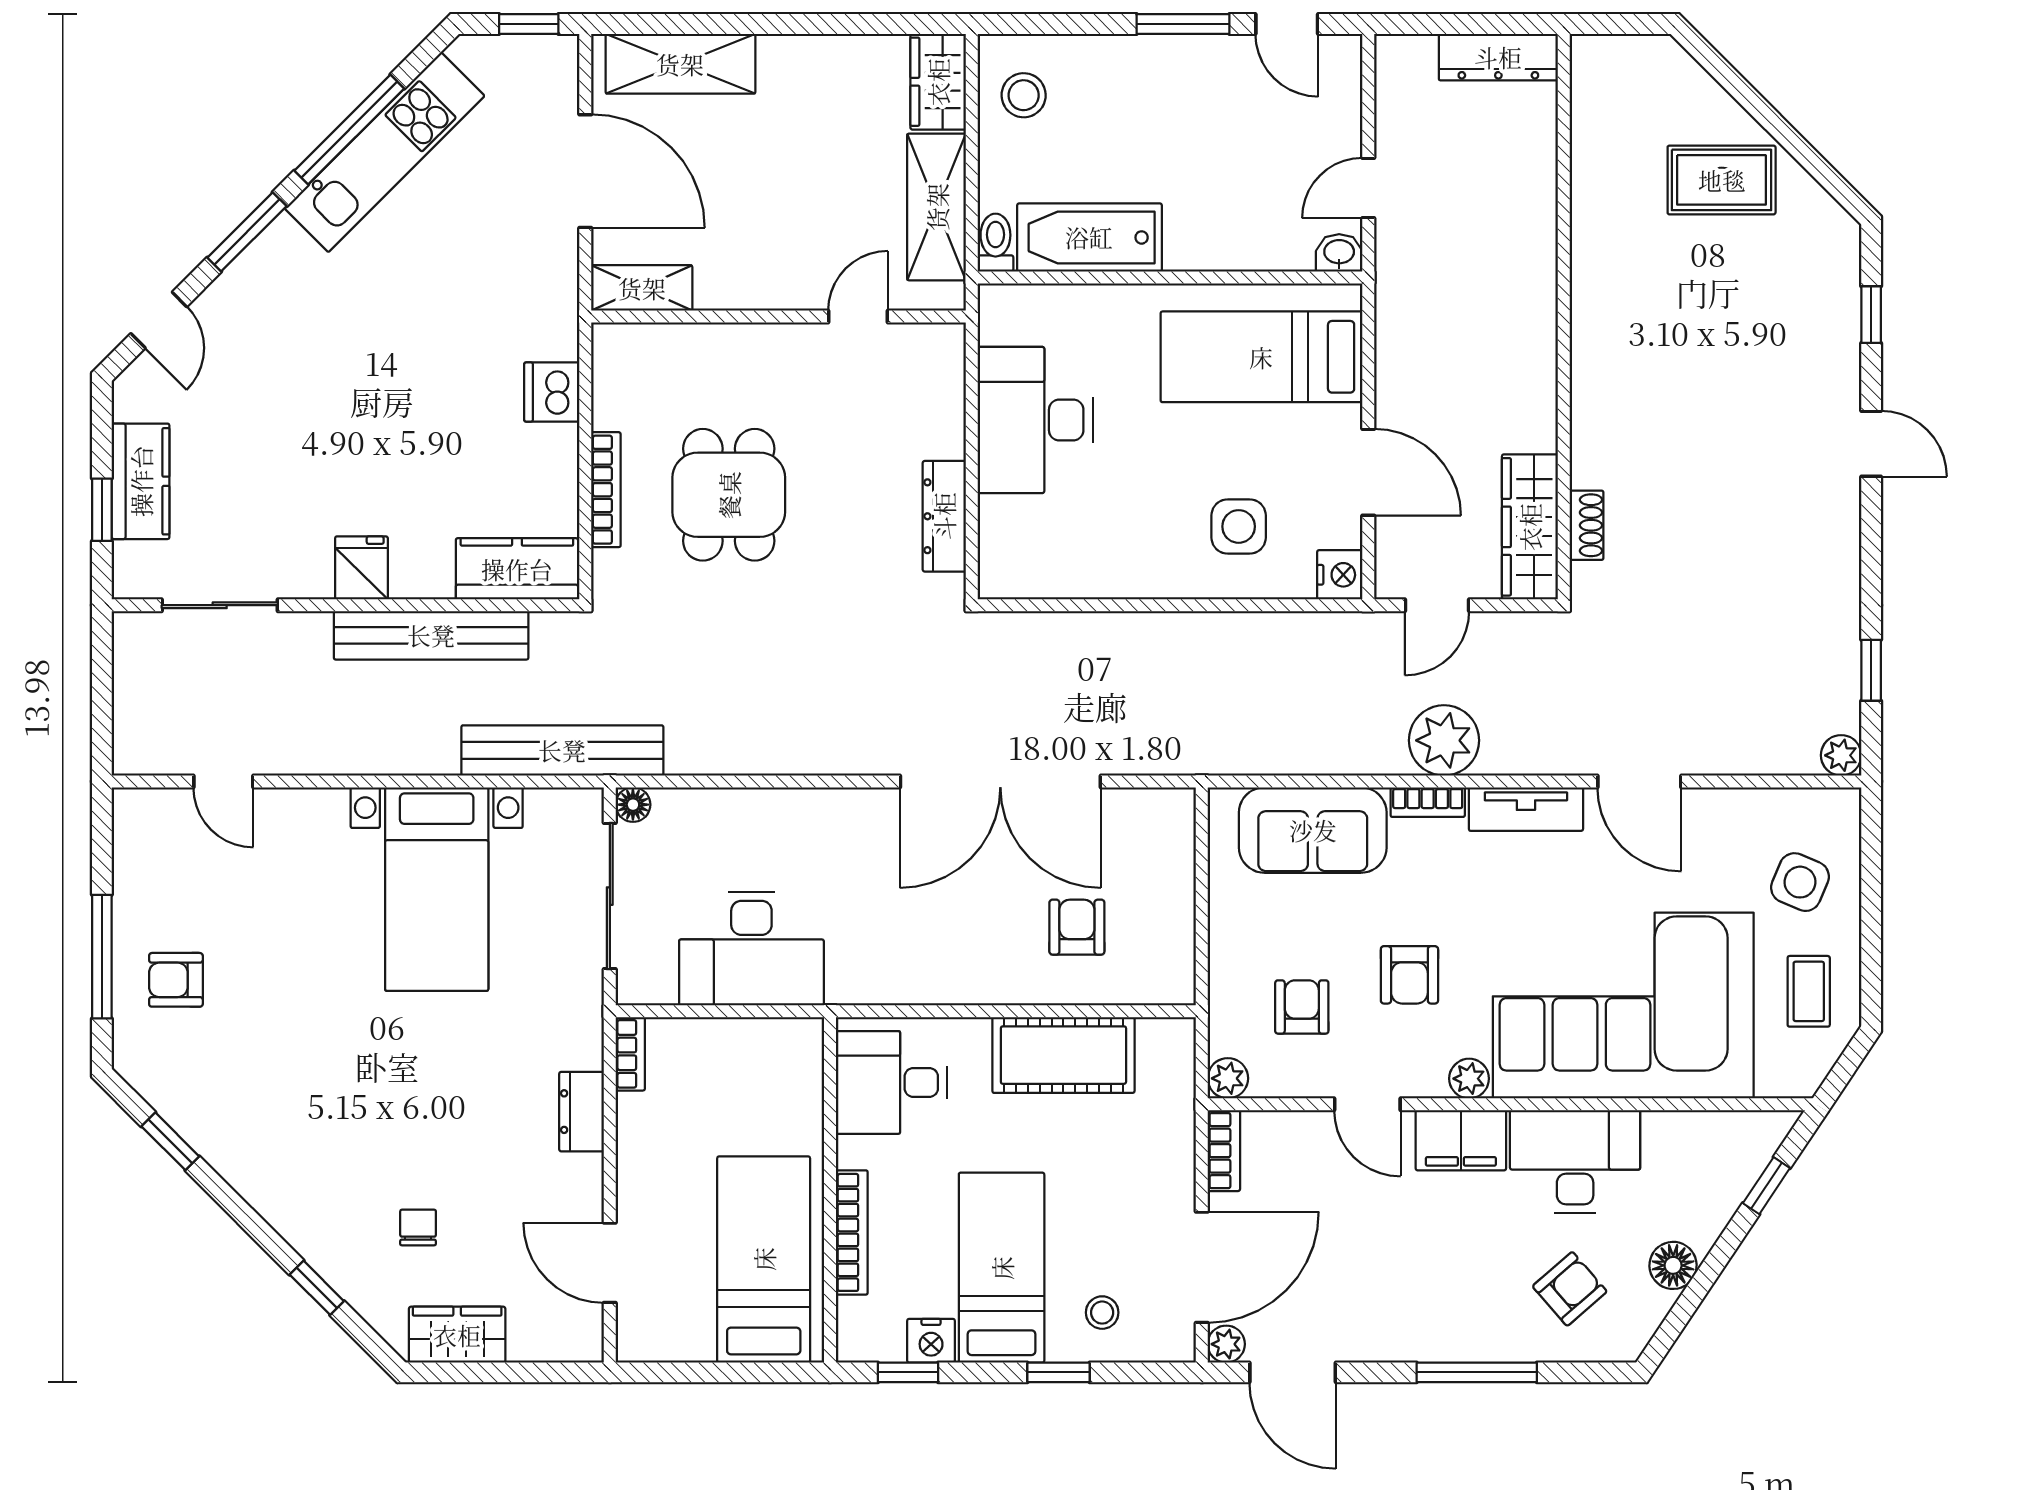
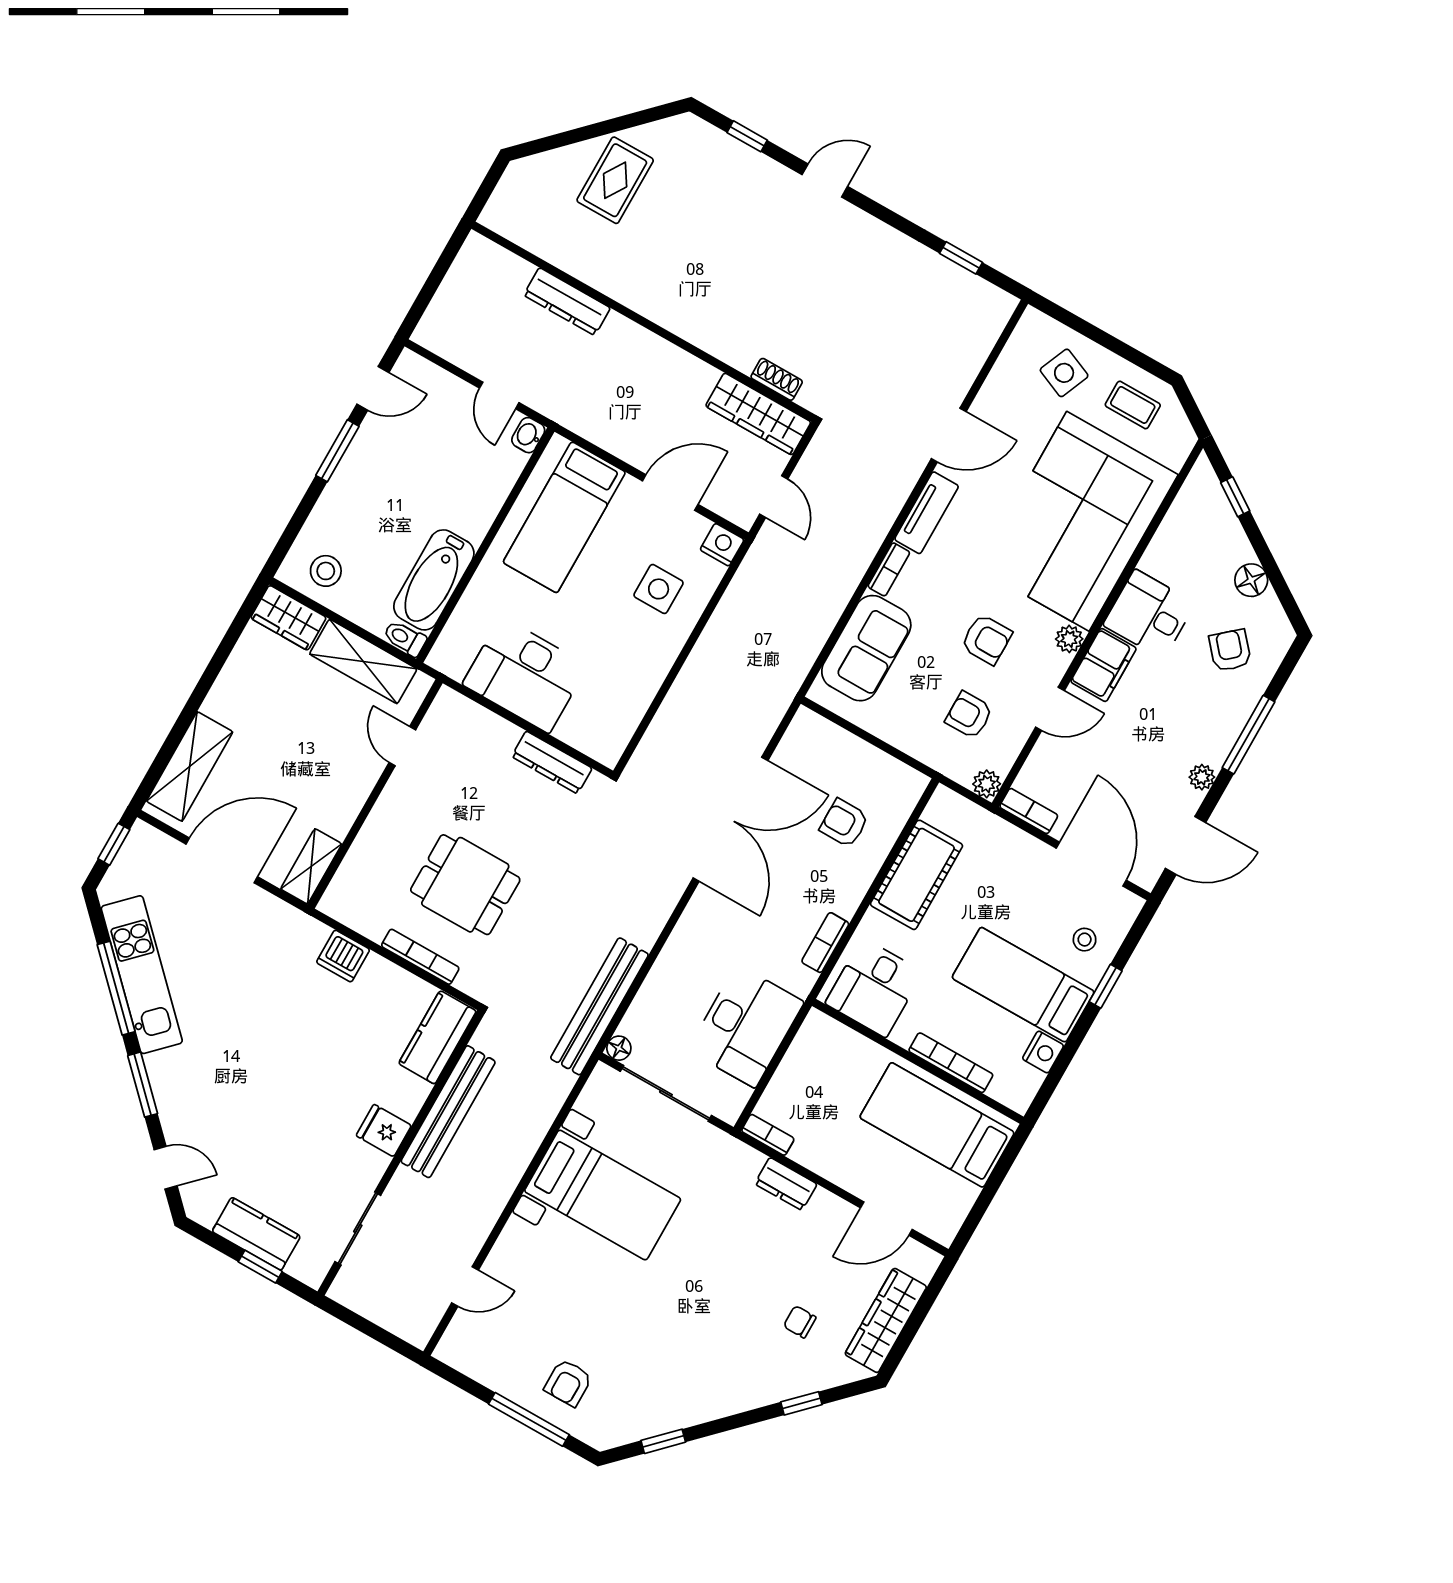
dresser: (1498, 57) -> (567, 302), moved, turned 90
plant: (1444, 740) -> (857, 539), removed
bench: (562, 750) -> (599, 1006), moved
plant: (1841, 755) -> (1002, 305), removed
bookcase: (913, 989) -> (825, 943), added
desk: (1575, 1161) -> (1149, 614), width x0.73
wardrobe: (457, 1335) -> (886, 1320), width x1.50
plant: (1226, 1344) -> (1202, 777), moved
window: (908, 1372) -> (1054, 1077), removed

